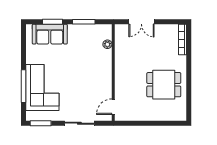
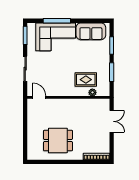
double door: (141, 22) -> (112, 121), swing flipped
sofa: (50, 34) -> (91, 31), moved, turned -90
rug: (92, 52) -> (86, 80), added
dining table: (164, 85) -> (58, 141), turned 90

